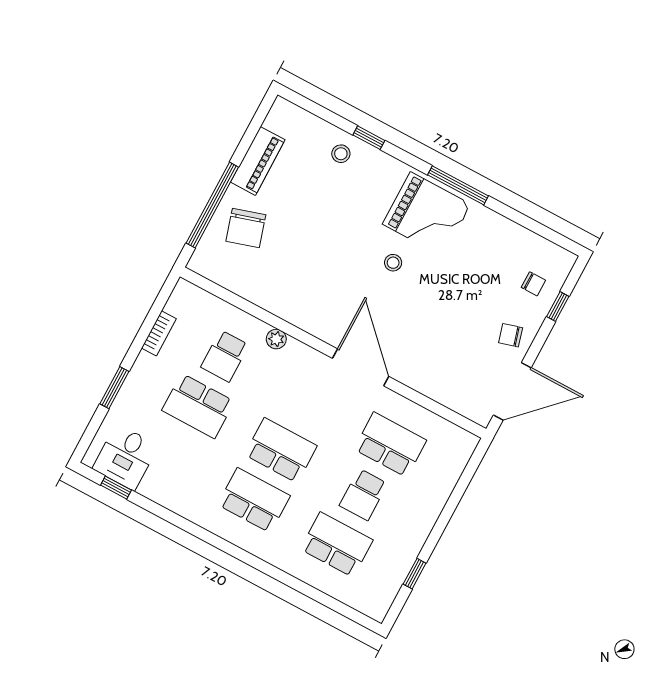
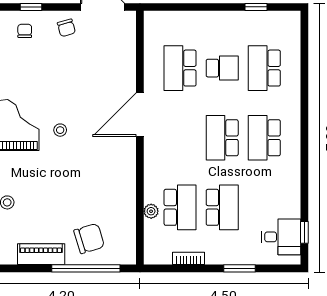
plant: (276, 339) -> (151, 211), moved
school desk: (225, 356) -> (180, 207), width x1.85

